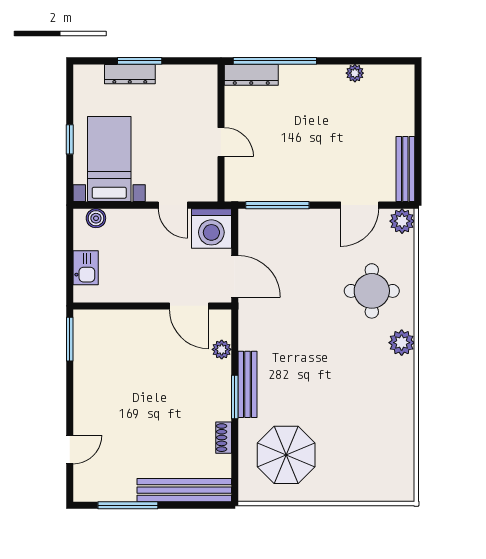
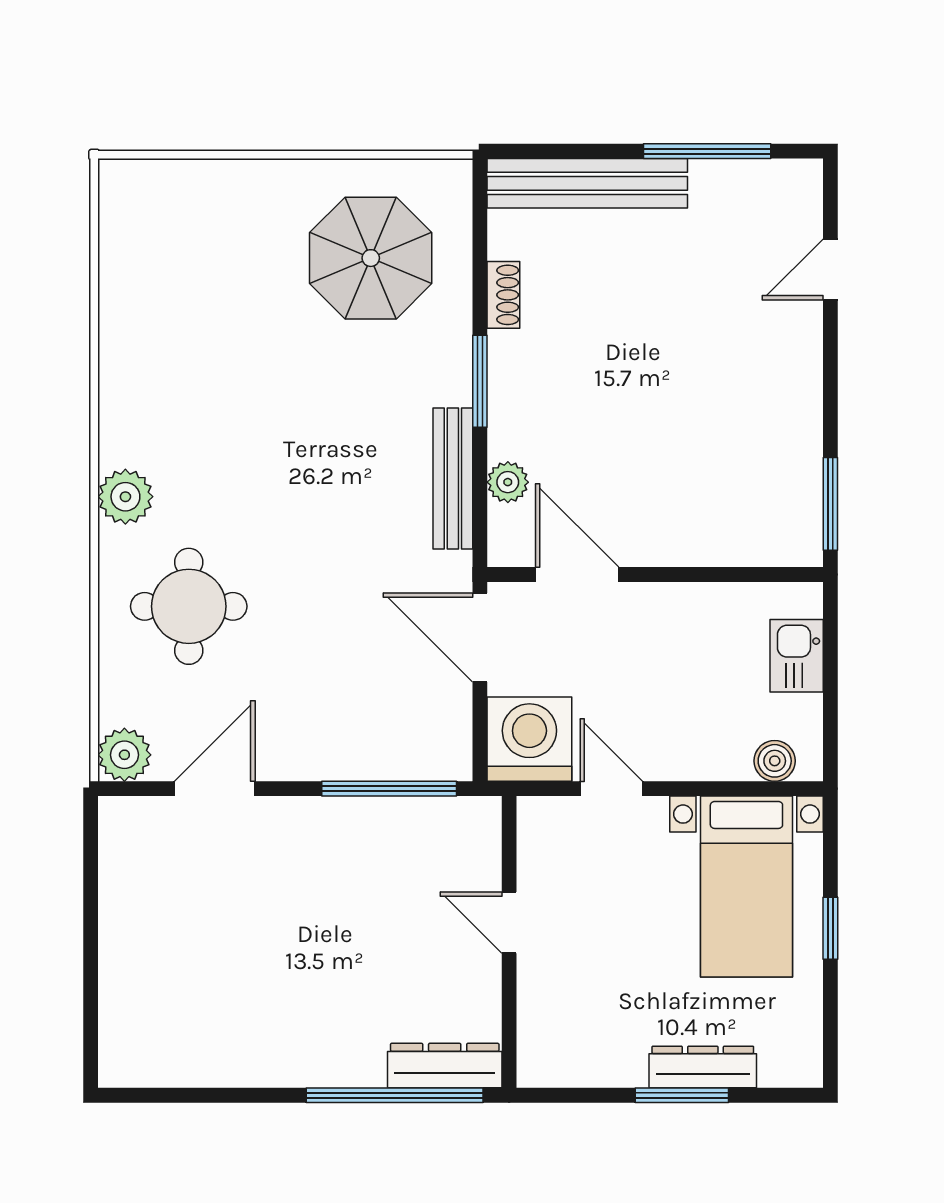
plant: (355, 73) -> (225, 1069), removed
bench: (405, 169) -> (117, 865), removed
bench: (247, 384) -> (453, 479), moved

